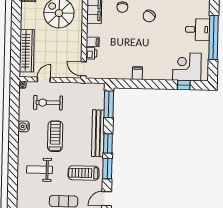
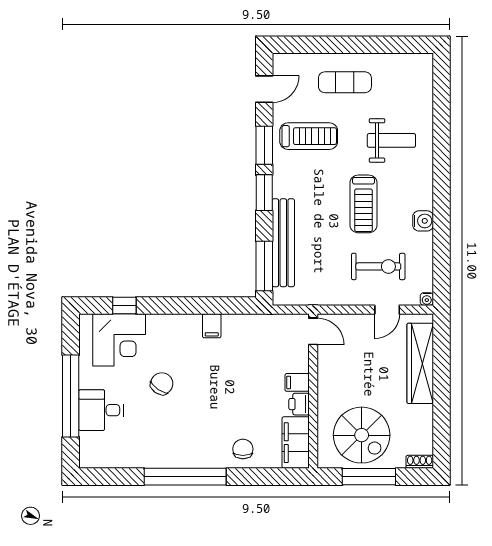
chair: (149, 16) -> (162, 384), moved
printer: (91, 53) -> (299, 404), moved
bench: (98, 133) -> (283, 243), moved

